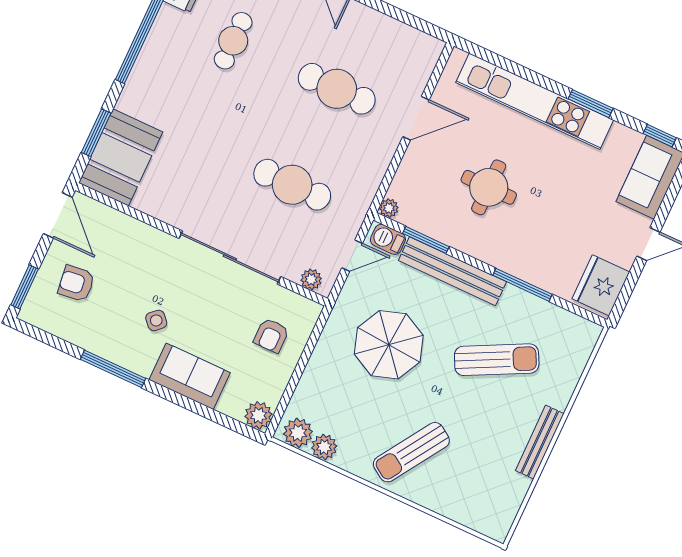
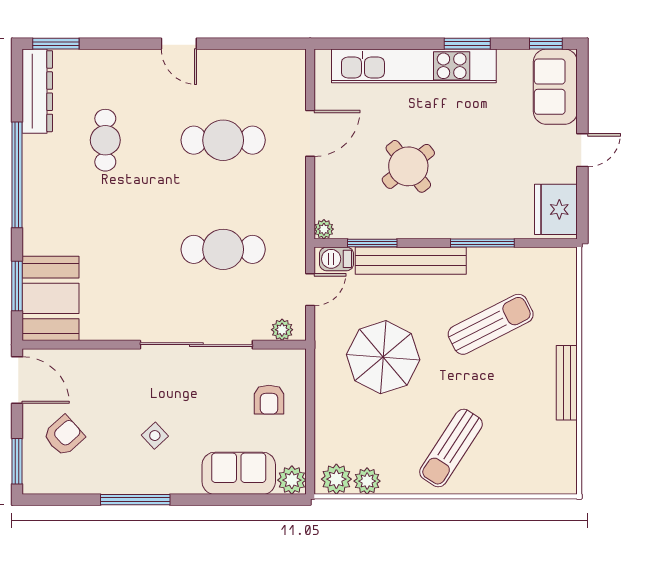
round table: (489, 187) -> (408, 166), turned -38
armchair: (76, 283) -> (64, 436), turned 145
sofa: (190, 376) -> (239, 473), moved

